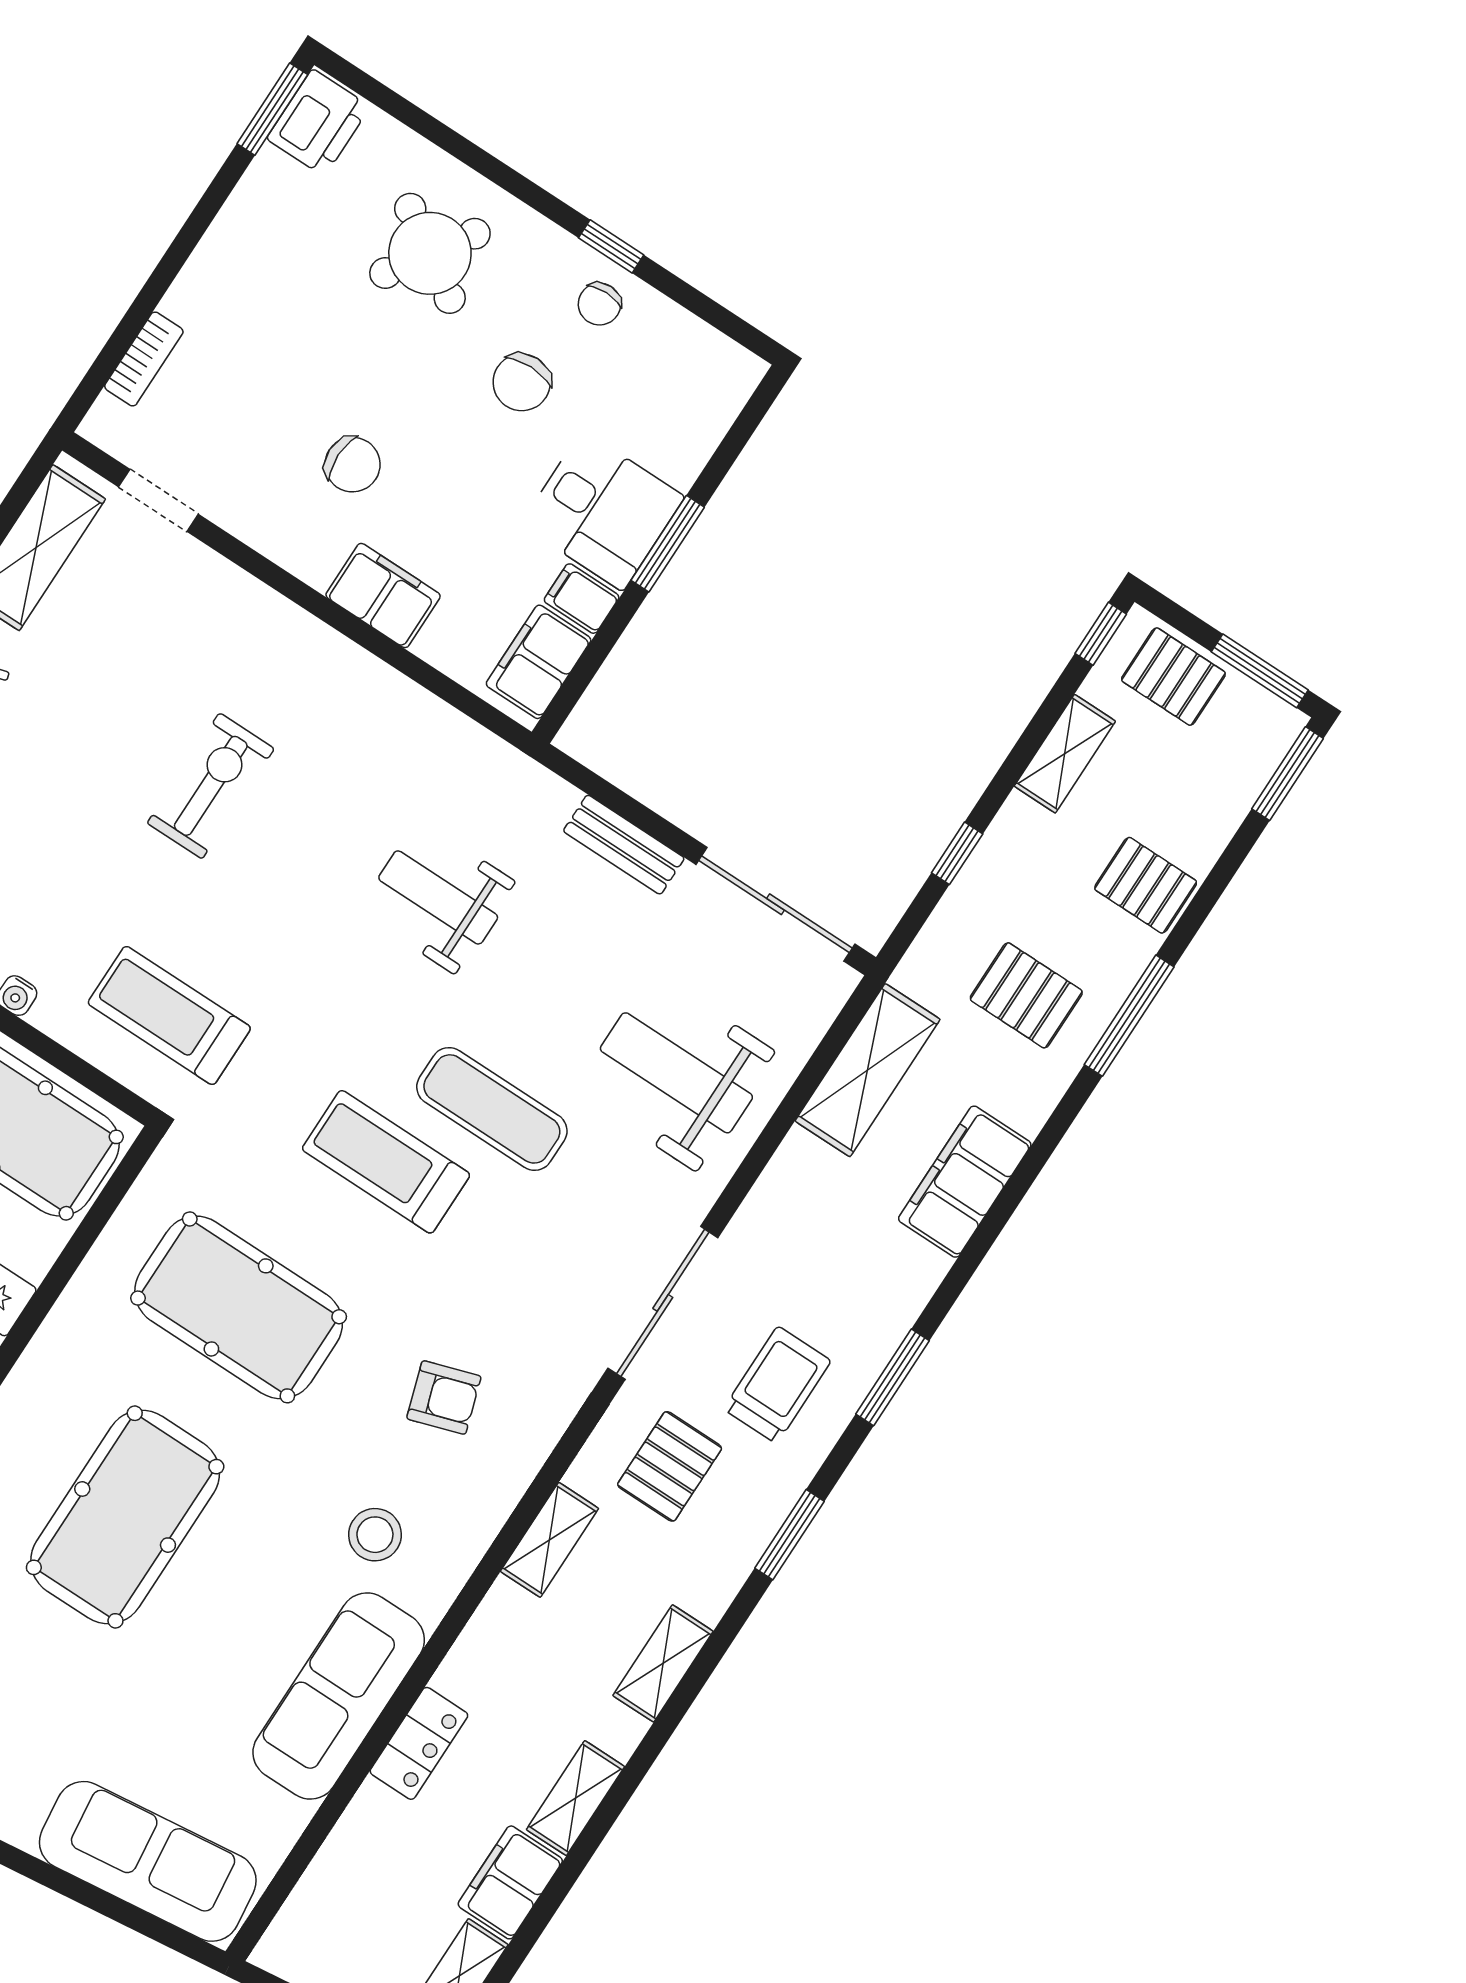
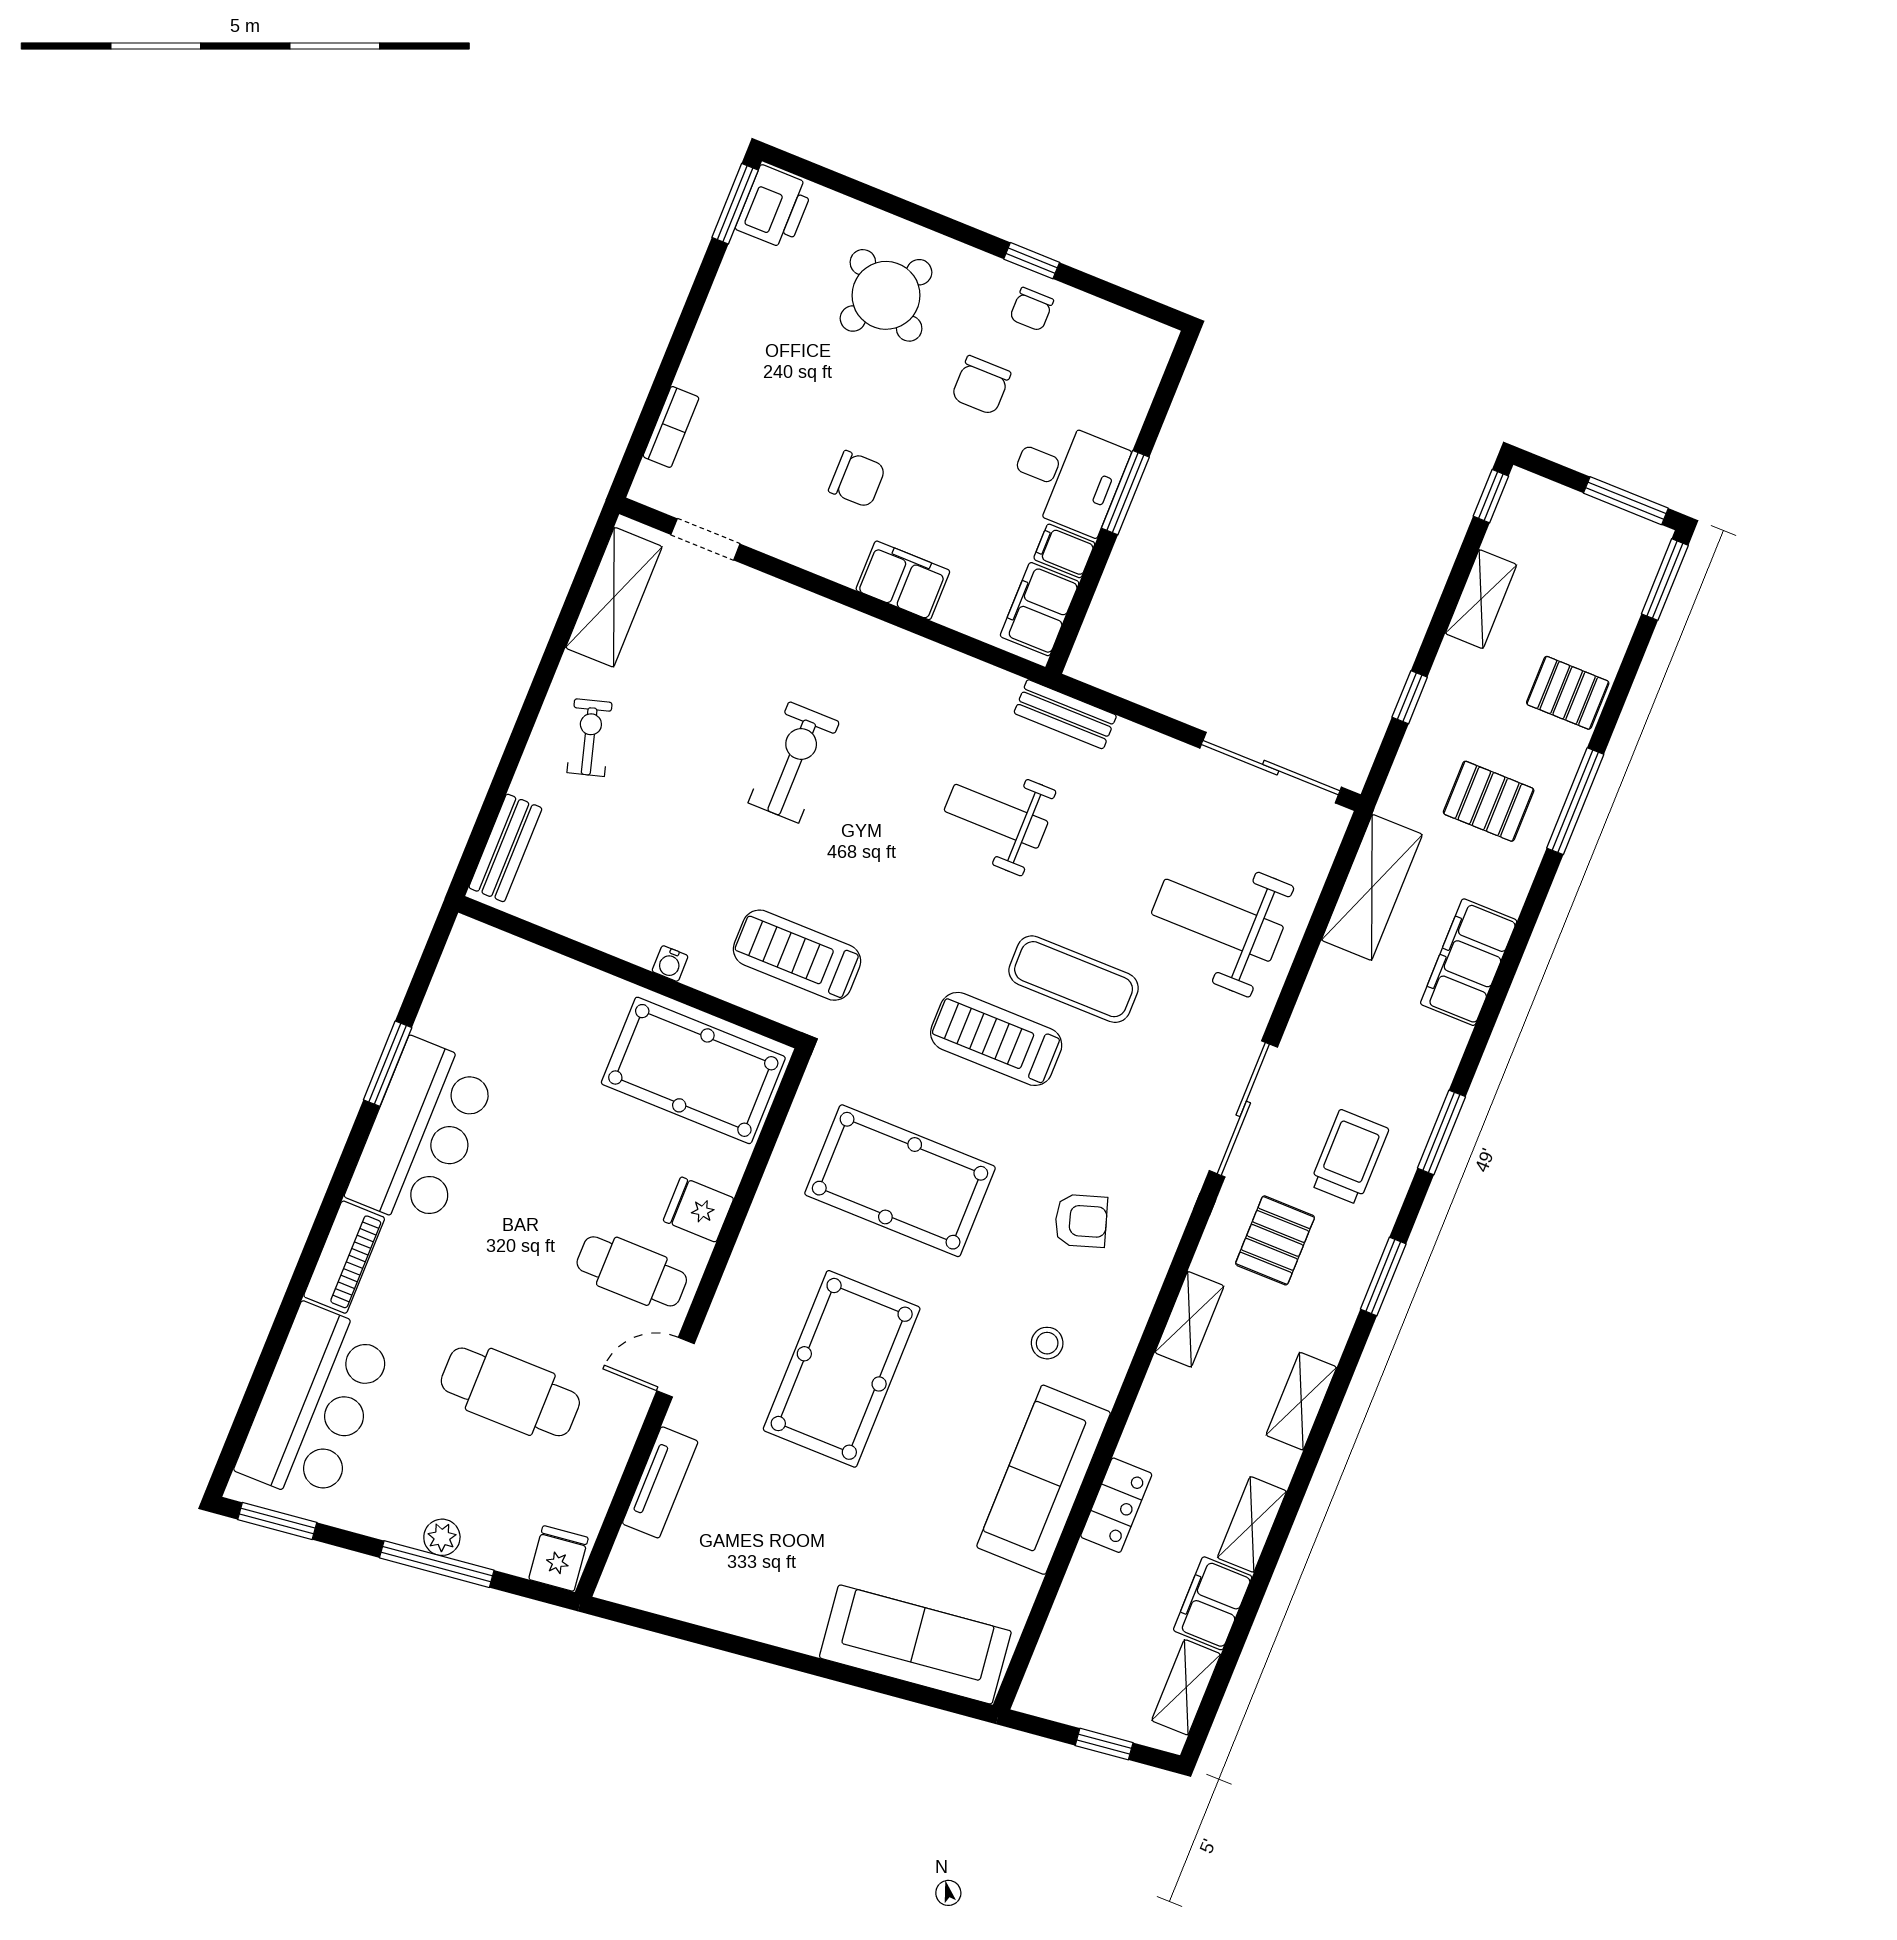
pallet: (1173, 677) -> (1557, 519), removed
bench: (624, 845) -> (1065, 714), moved
stool: (375, 1535) -> (1047, 1343), width x0.73, depth x0.73

